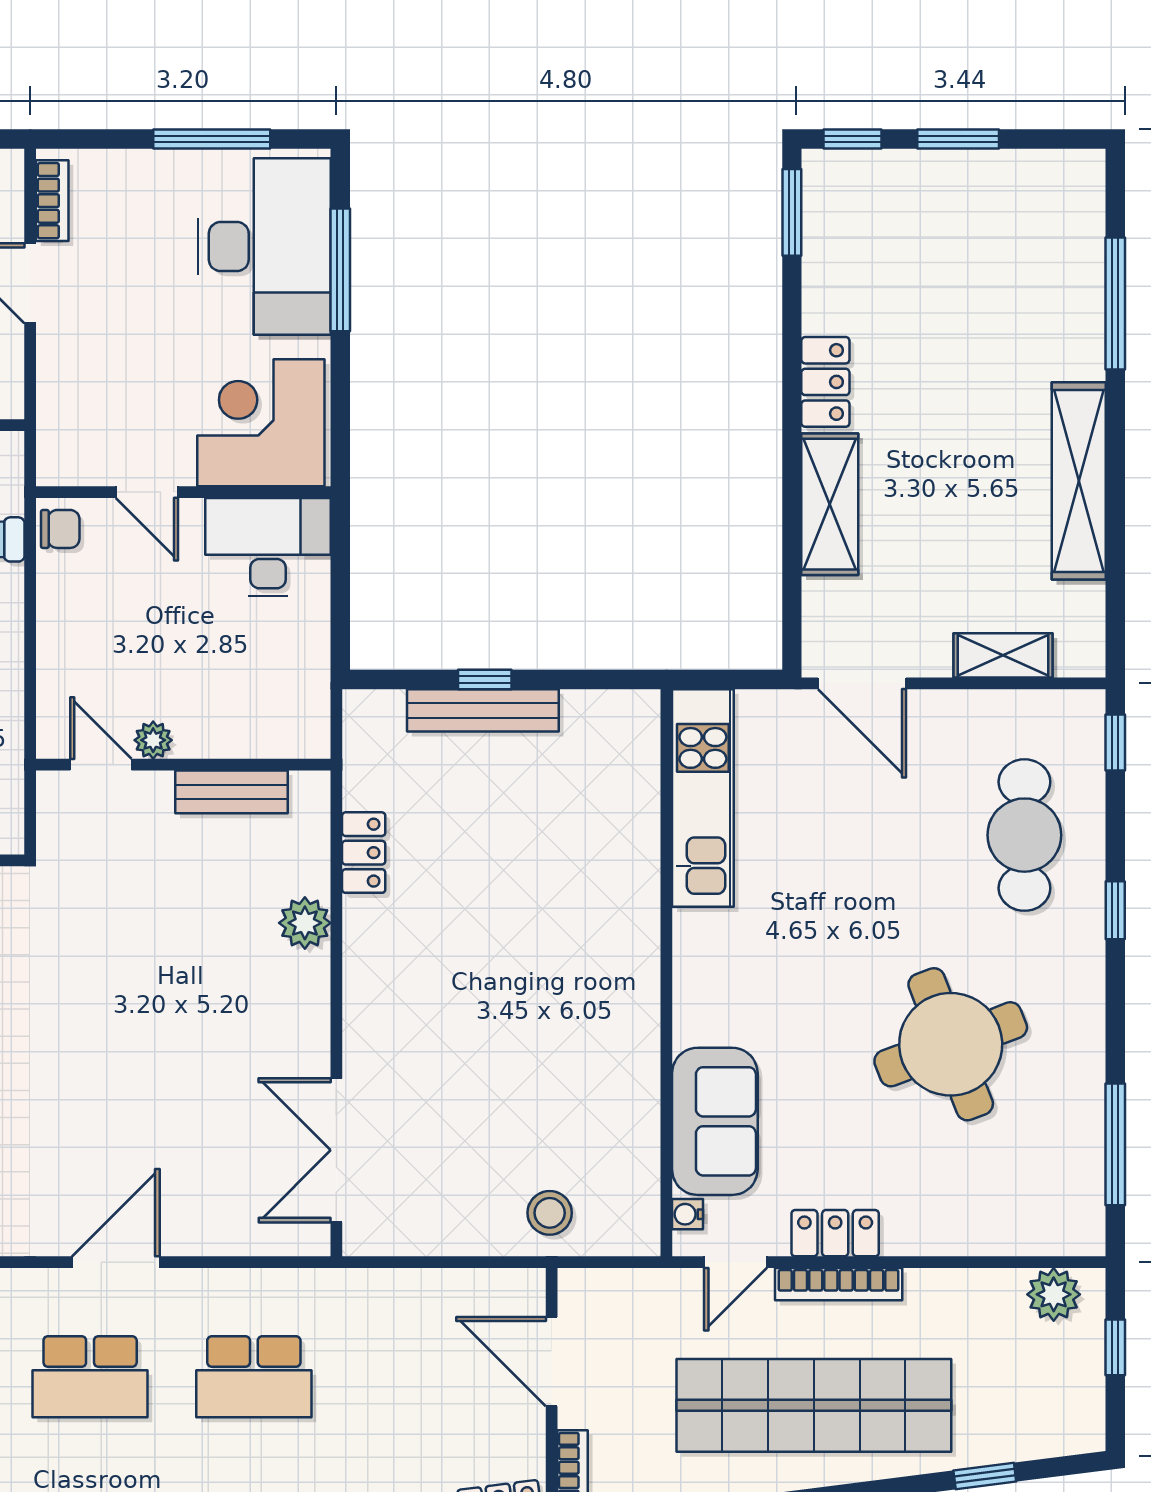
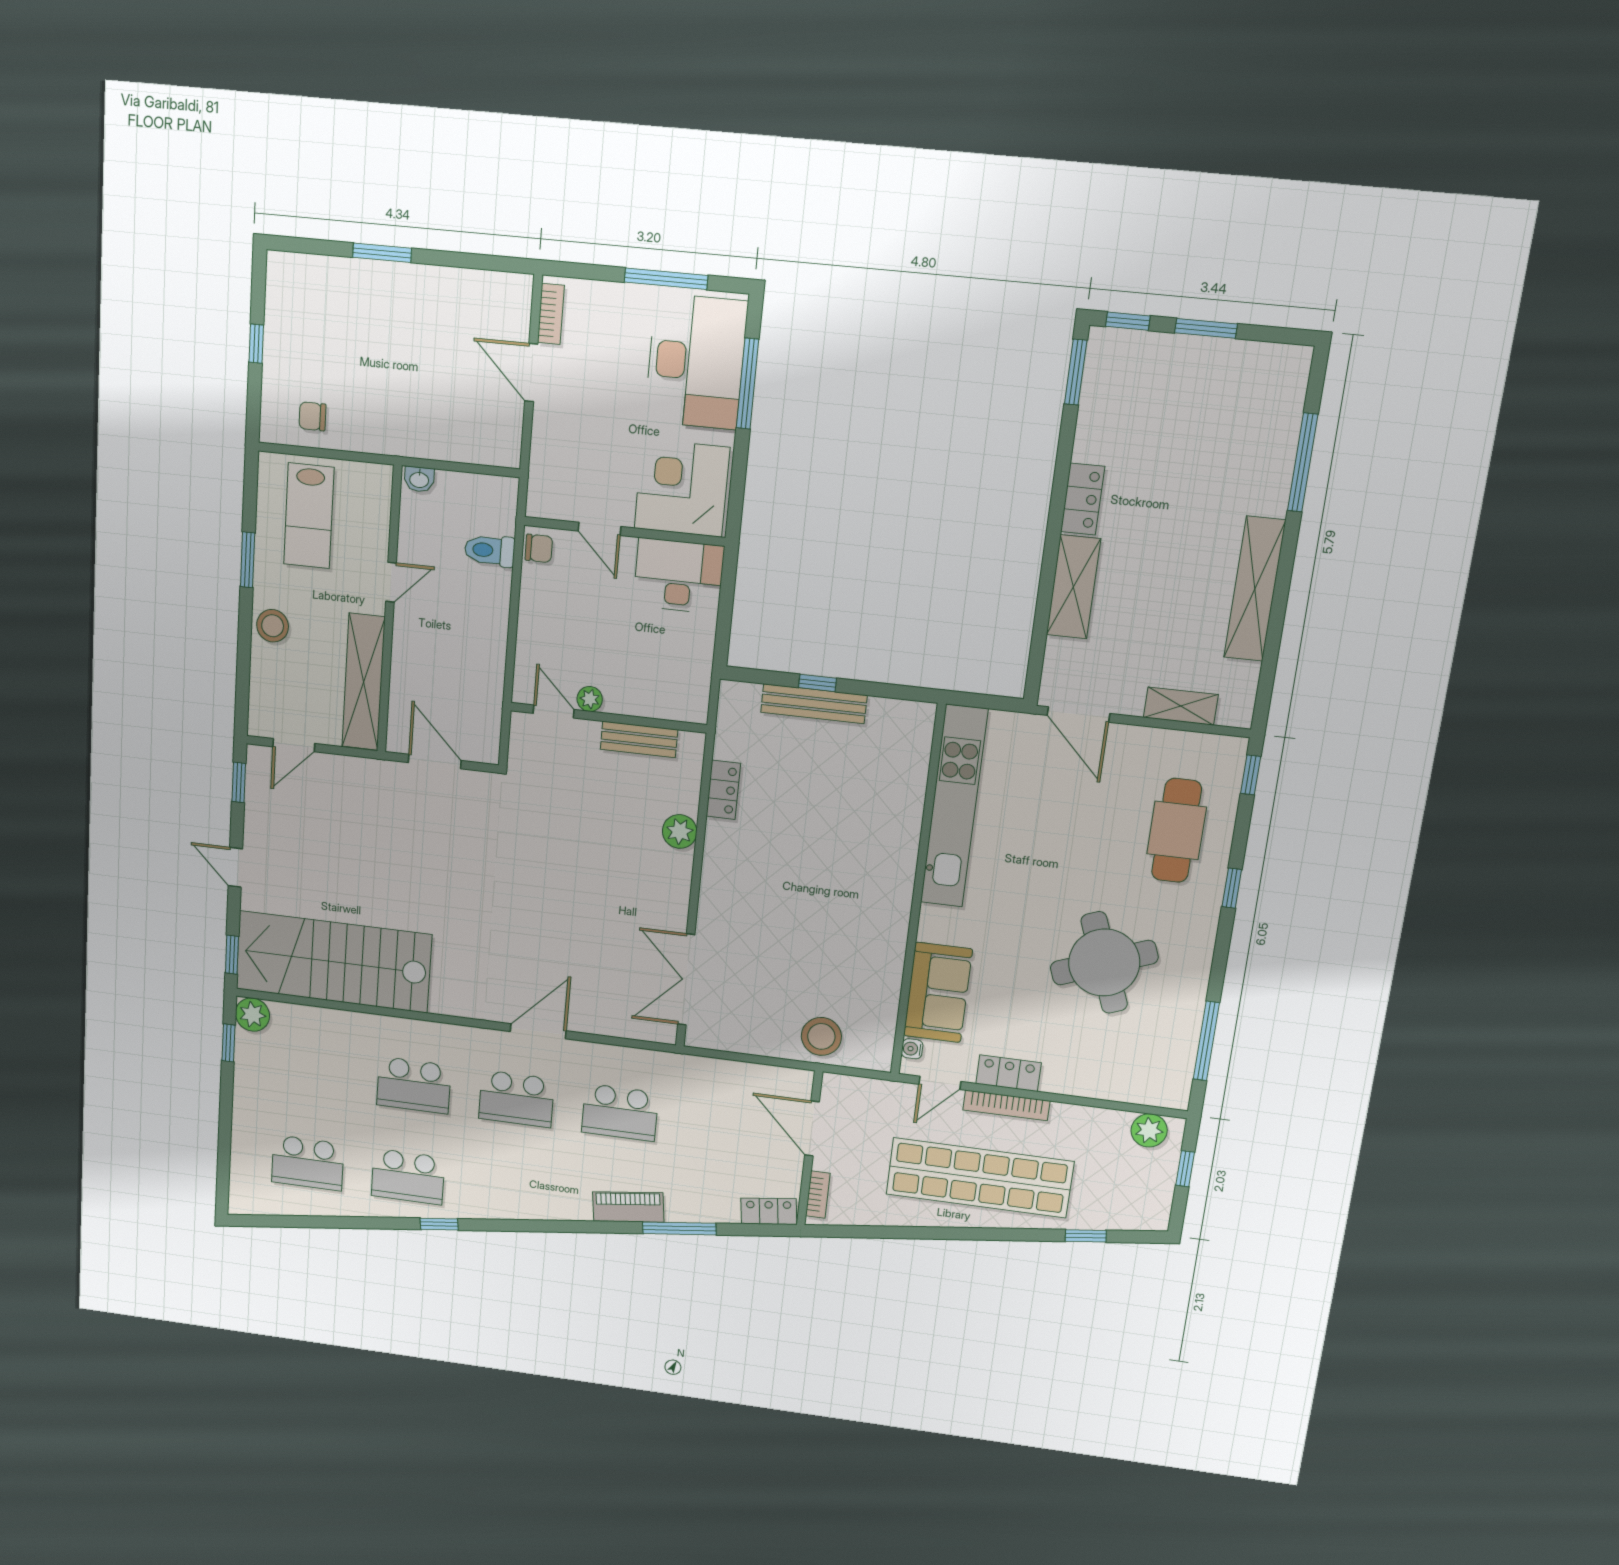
kitchen unit: (703, 798) -> (954, 807), width x1.36
stool: (550, 1213) -> (821, 1036), width x1.38, depth x1.38

